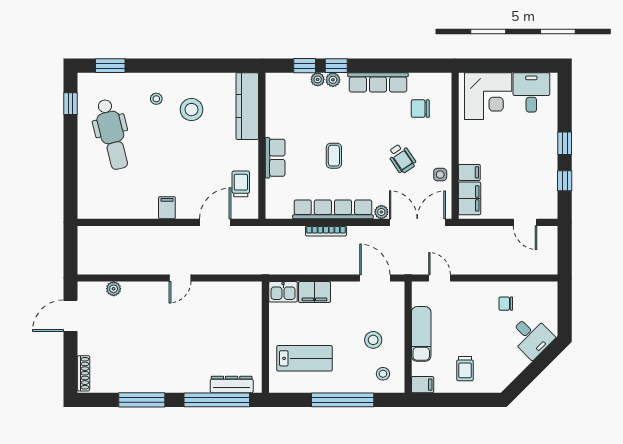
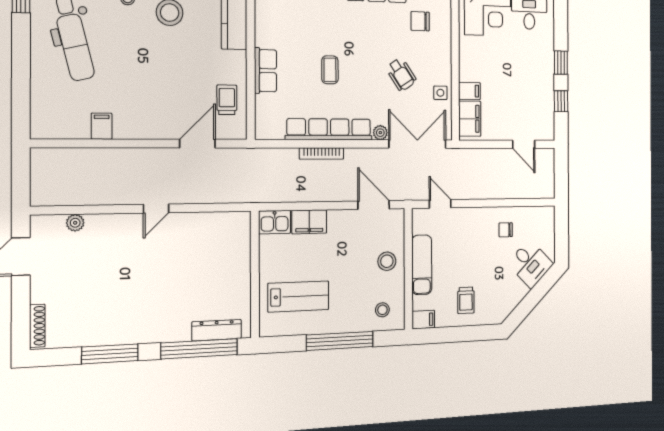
filing cabinet: (167, 208) -> (102, 126), moved
stool: (373, 340) -> (387, 261), moved

